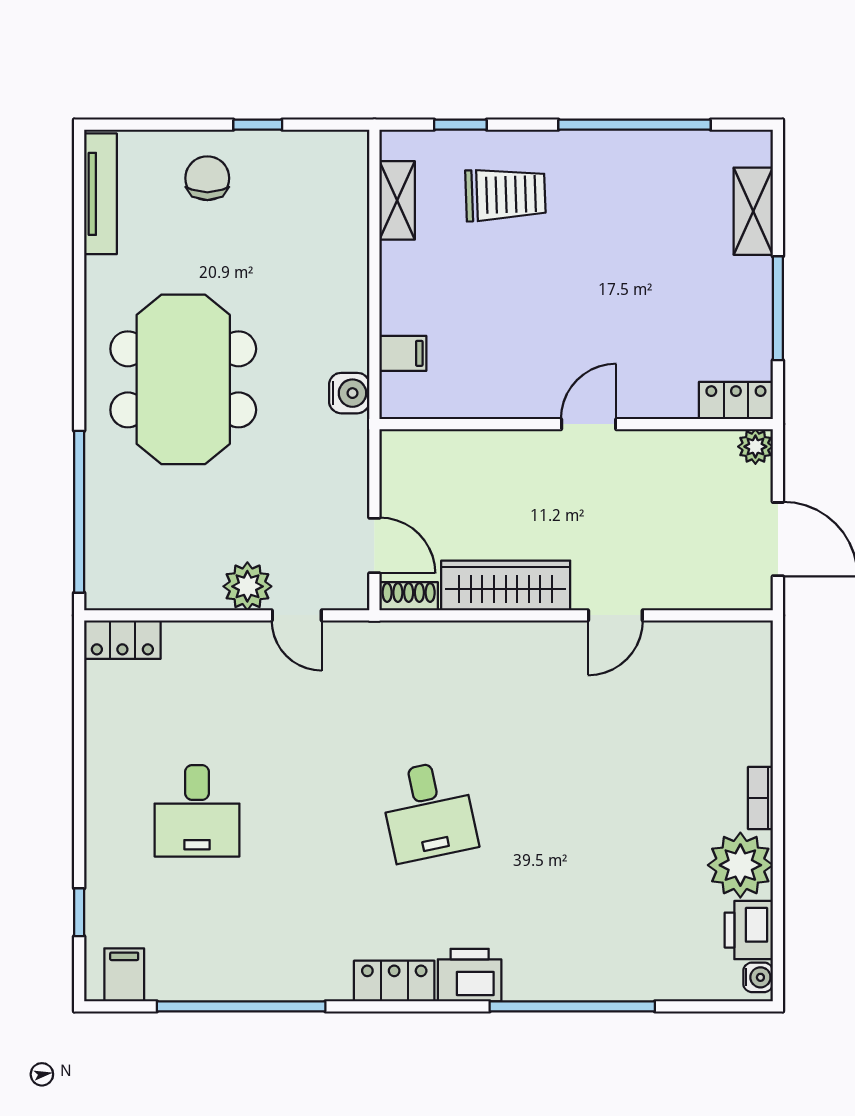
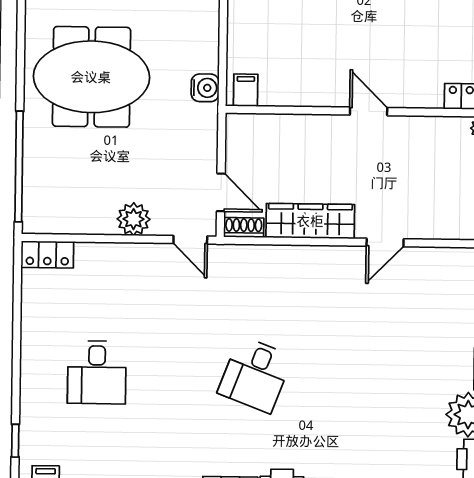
filing cabinet: (403, 353) -> (246, 90), moved, turned -90
meeting table: (183, 379) -> (91, 77), turned 90
door: (589, 424) -> (369, 111), hinge flipped
door: (297, 615) -> (190, 240), moved
desk: (429, 811) -> (255, 375), turned 33

